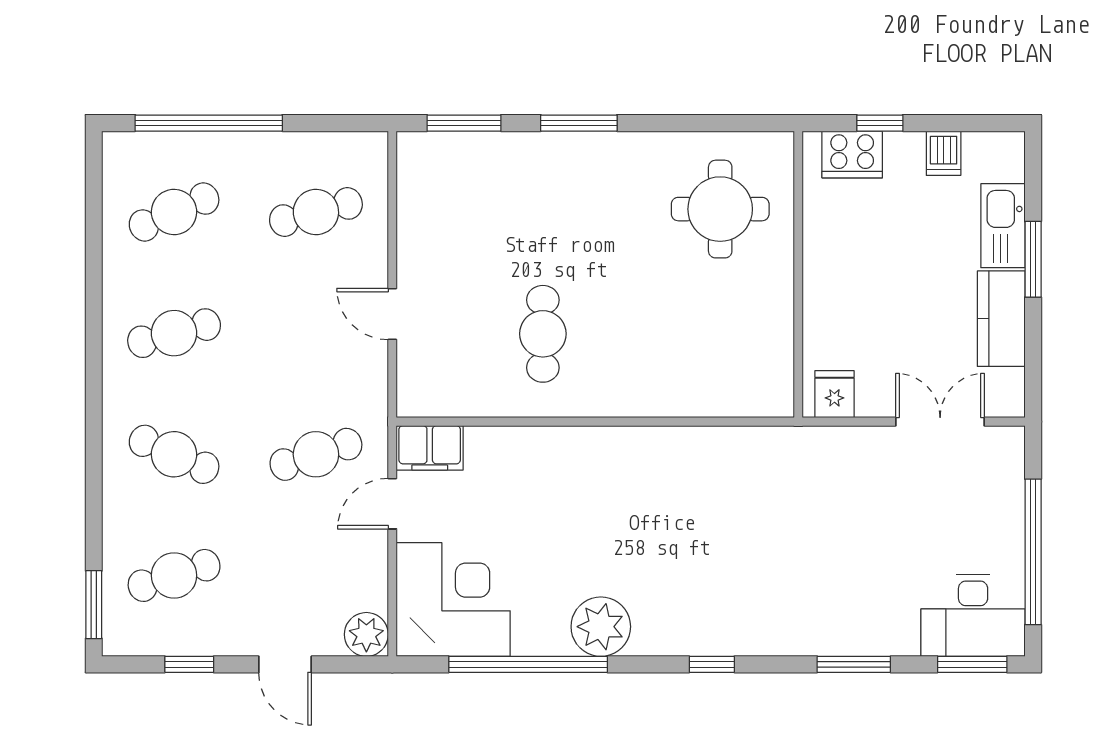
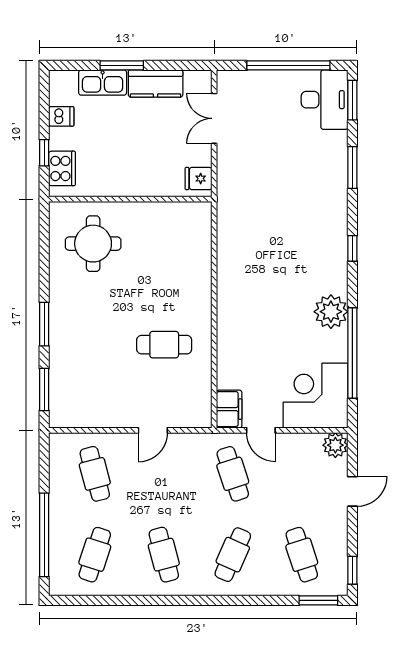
cafe table: (174, 212) -> (95, 555), turned 42
window: (189, 664) -> (352, 570), moved

